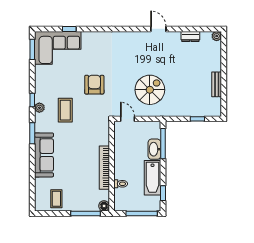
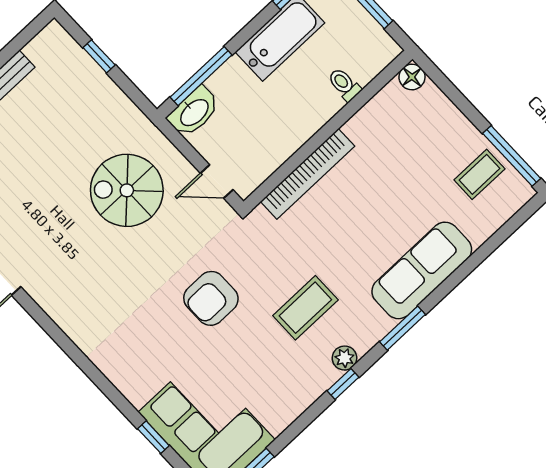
door: (127, 119) -> (217, 182), hinge flipped
washbasin: (154, 149) -> (194, 112), moved
bookcase: (104, 168) -> (308, 174), moved
window: (86, 214) -> (512, 156), moved

